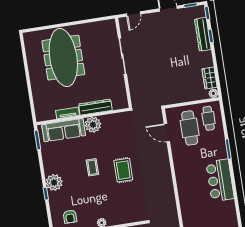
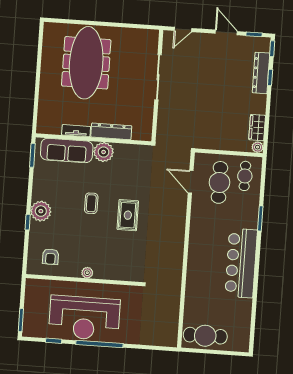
bar counter: (220, 180) -> (241, 263), width x1.36

